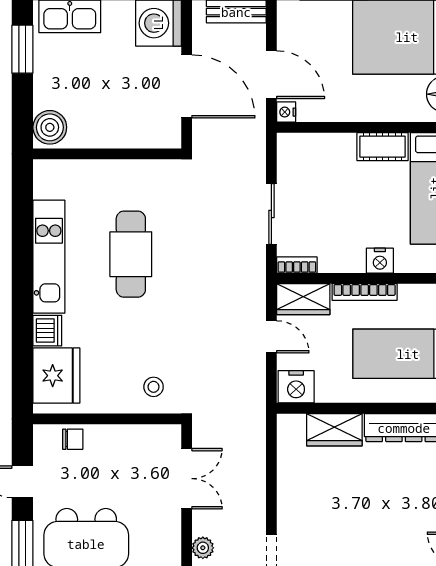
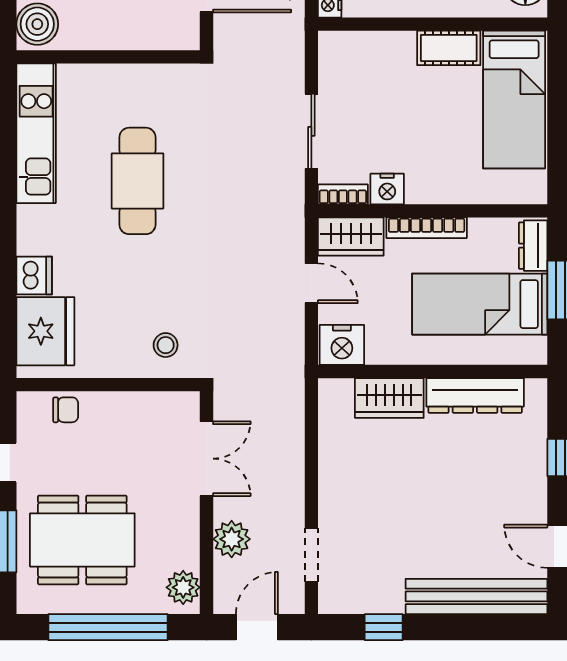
kitchen unit: (49, 257) -> (36, 133), moved
nightstand: (380, 261) -> (387, 189), moved
plant: (203, 548) -> (232, 539), width x1.38, depth x1.38

